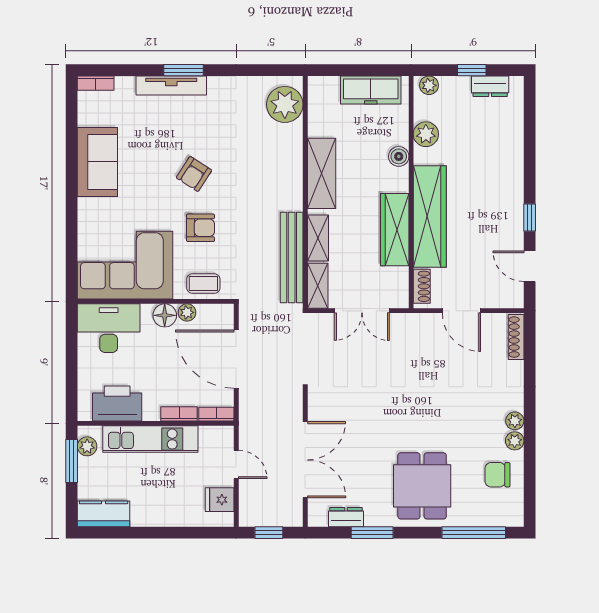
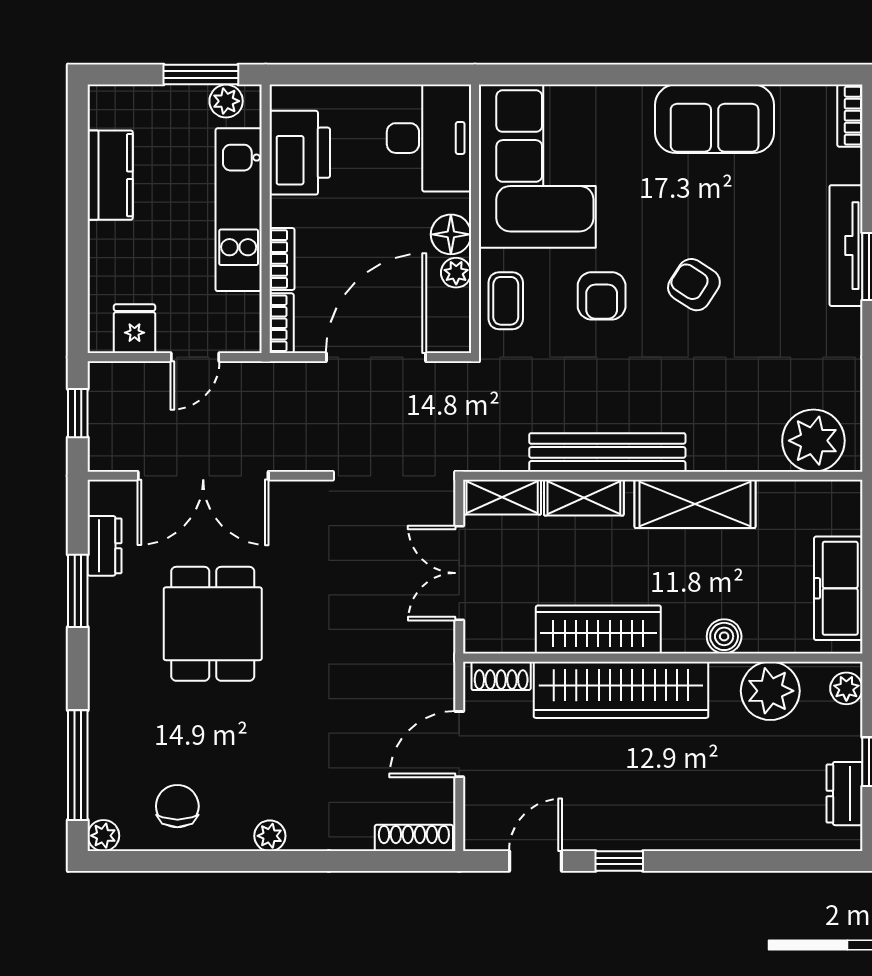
plant: (426, 134) -> (770, 691), width x1.36, depth x1.36
bench: (292, 257) -> (607, 452), moved
plant: (515, 441) -> (103, 836), moved
dining table: (422, 486) -> (213, 624), moved, turned 90
kitchen counter: (104, 514) -> (110, 175), moved

